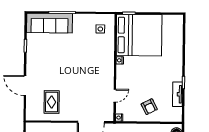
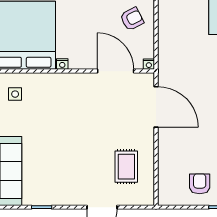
door: (115, 96) -> (116, 71), width x1.88
rug: (52, 102) -> (126, 167), turned 90

